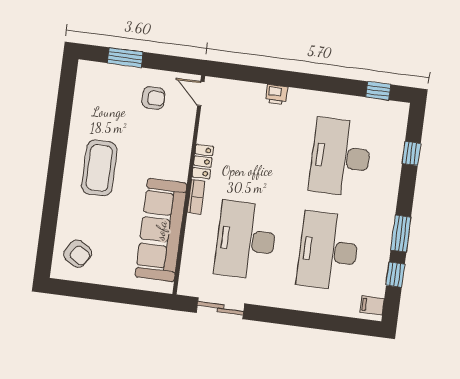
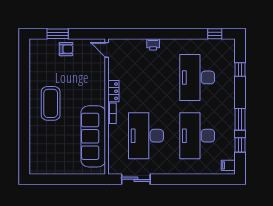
armchair: (153, 98) -> (66, 49), moved
armchair: (78, 254) -> (44, 157), removed

